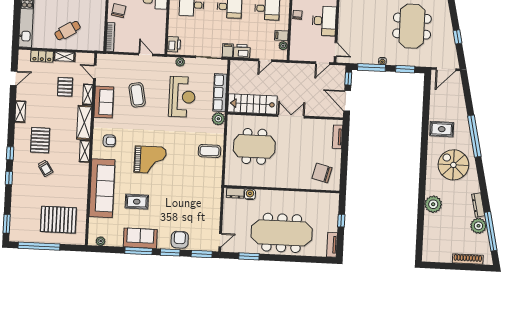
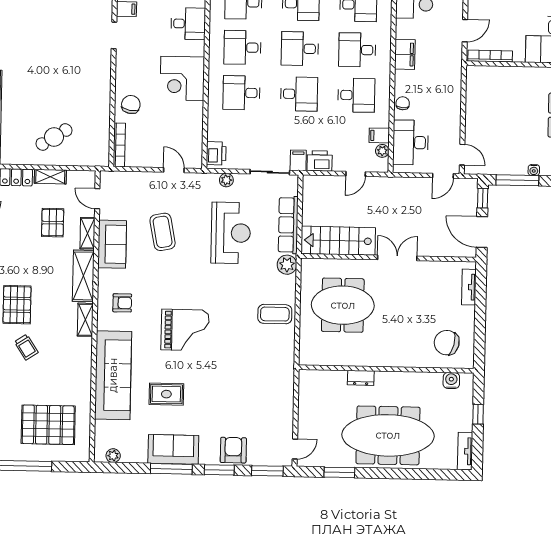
desk: (324, 21) -> (411, 142), moved, turned 180
dresser: (235, 193) -> (361, 378), moved
water cooler: (250, 194) -> (451, 380), moved

